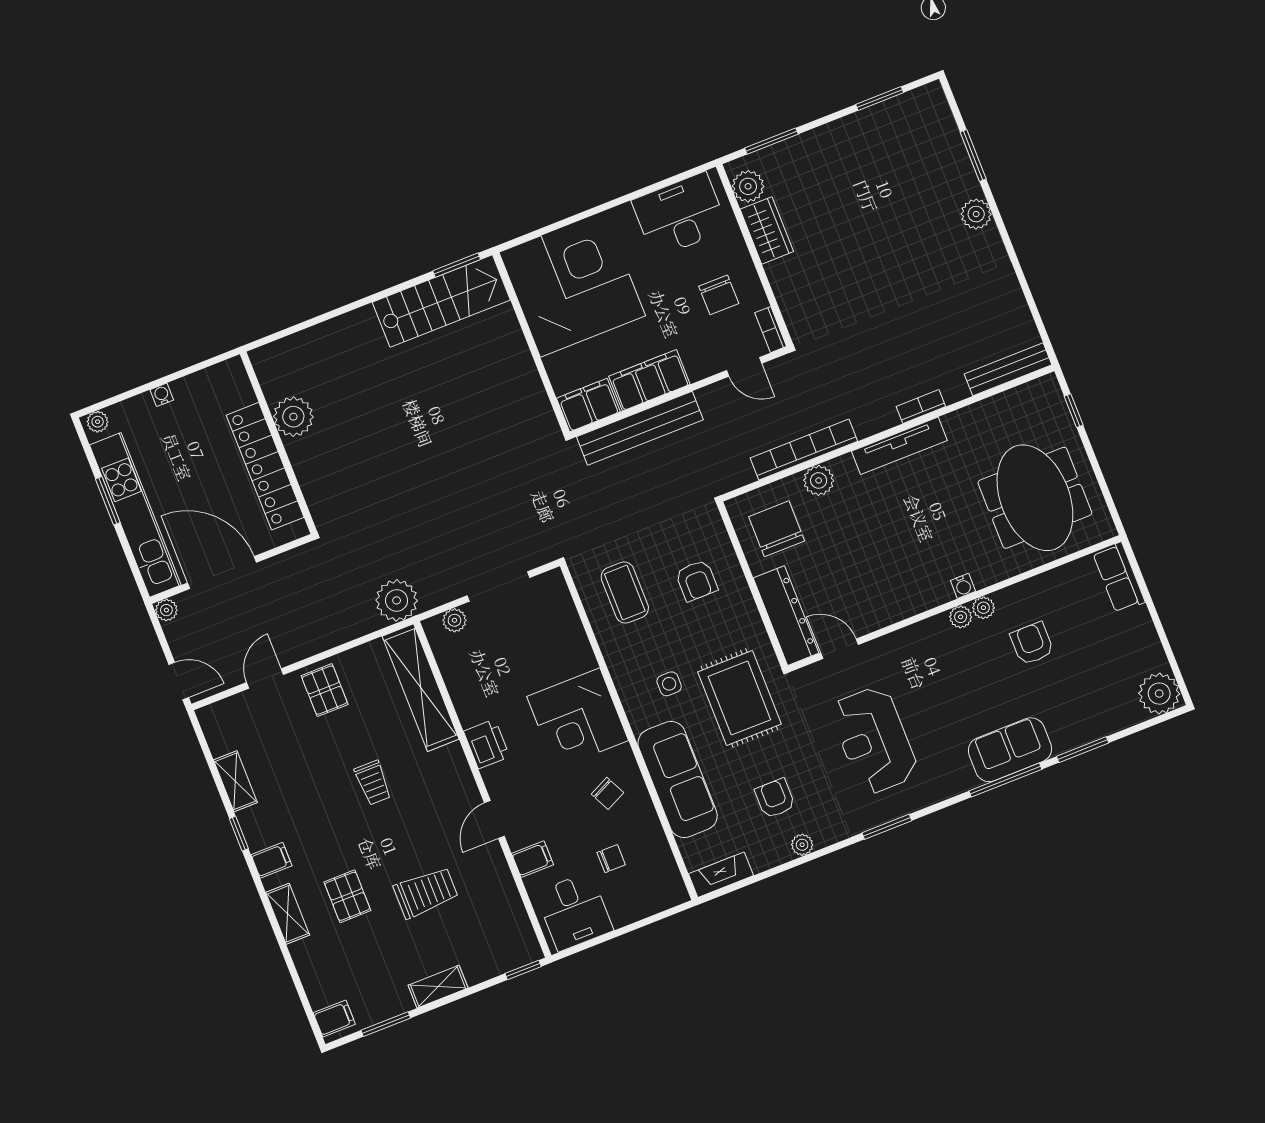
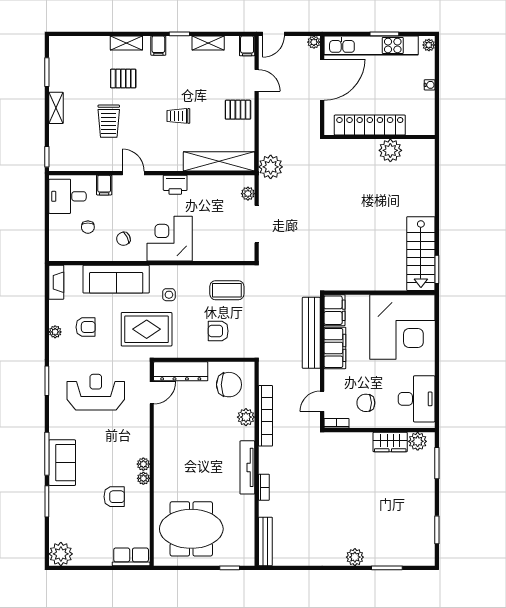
water cooler: (963, 586) -> (159, 472), removed
filing cabinet: (334, 1019) -> (247, 46), moved

